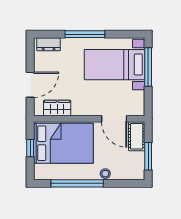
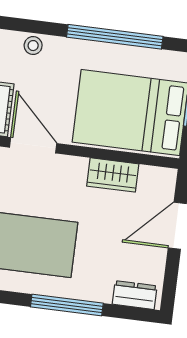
wardrobe: (57, 108) -> (113, 175), moved
stool: (105, 174) -> (33, 46), moved

